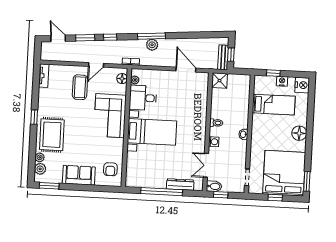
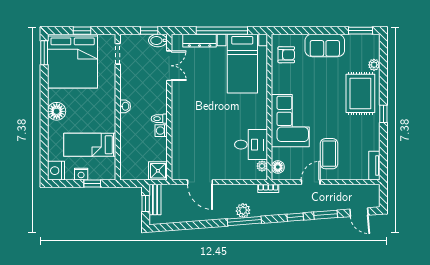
bed with nightstands: (152, 132) -> (242, 64), moved, turned -90
washing machine: (214, 142) -> (161, 131), moved
plant: (40, 169) -> (373, 51), removed
armchair: (110, 169) -> (286, 55), turned 90

